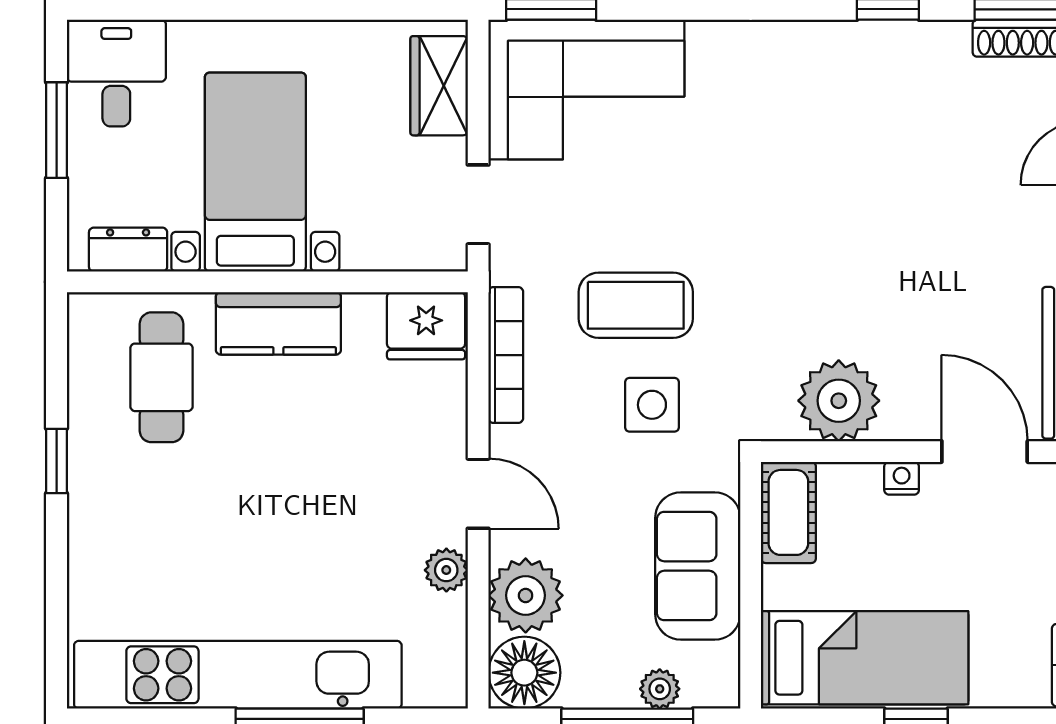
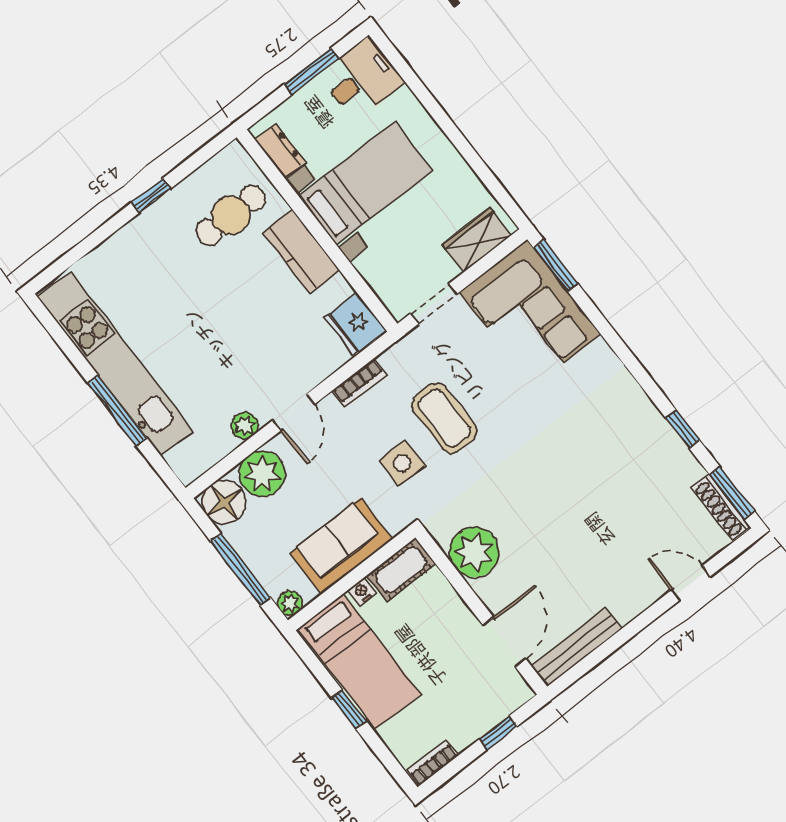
bookcase: (506, 355) -> (359, 383), width x0.64
nightstand: (902, 478) -> (362, 592), moved, turned -90
plant: (660, 689) -> (290, 603), moved

